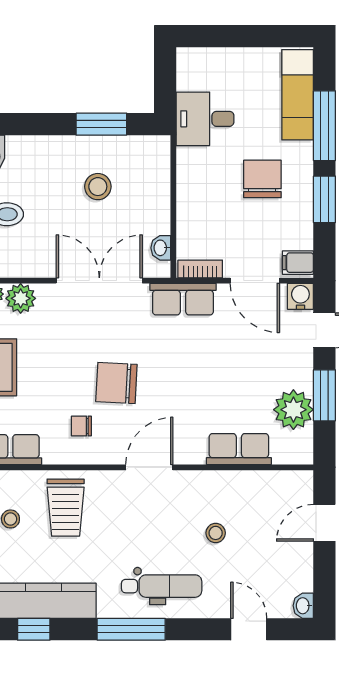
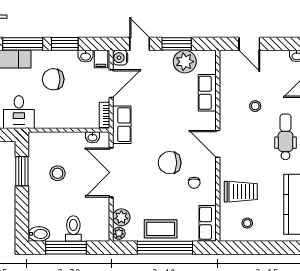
washbasin: (303, 236) -> (86, 56), added
chair: (116, 383) -> (170, 163), turned 87

